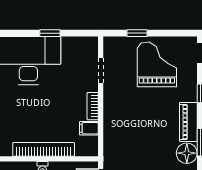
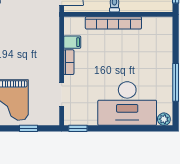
window: (50, 33) -> (78, 128), moved

